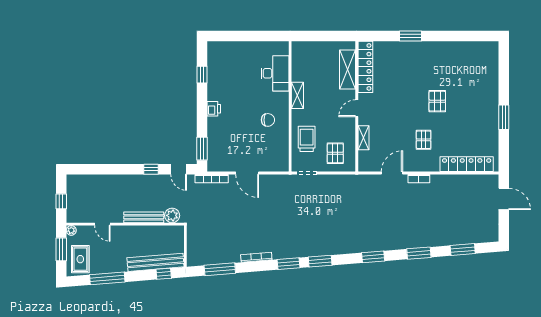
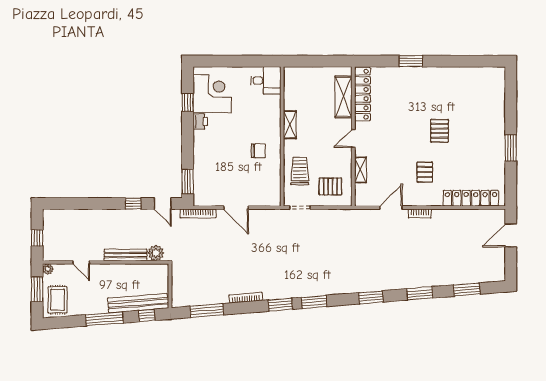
corner desk: (225, 66) -> (212, 93), added
desk: (275, 73) -> (266, 80), moved, width x0.73
printer: (214, 109) -> (200, 122), moved
pallet: (335, 153) -> (330, 186), turned 90
door: (504, 199) -> (511, 235), swing flipped
window: (107, 278) -> (104, 319), moved

